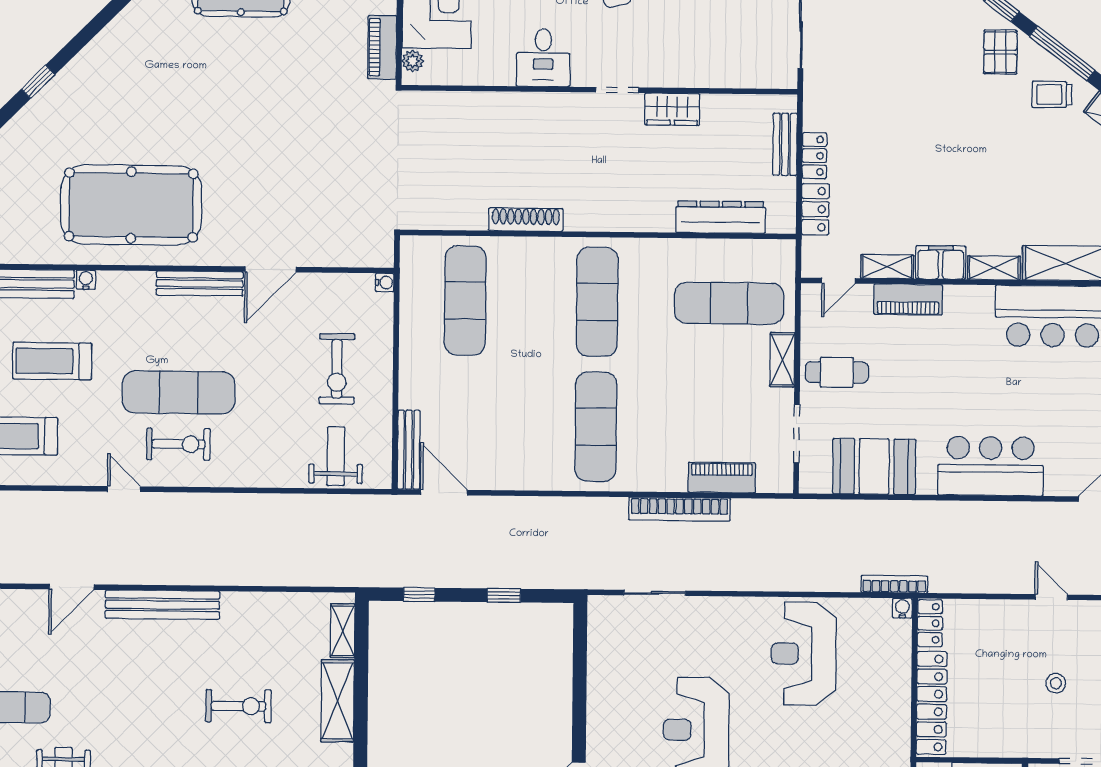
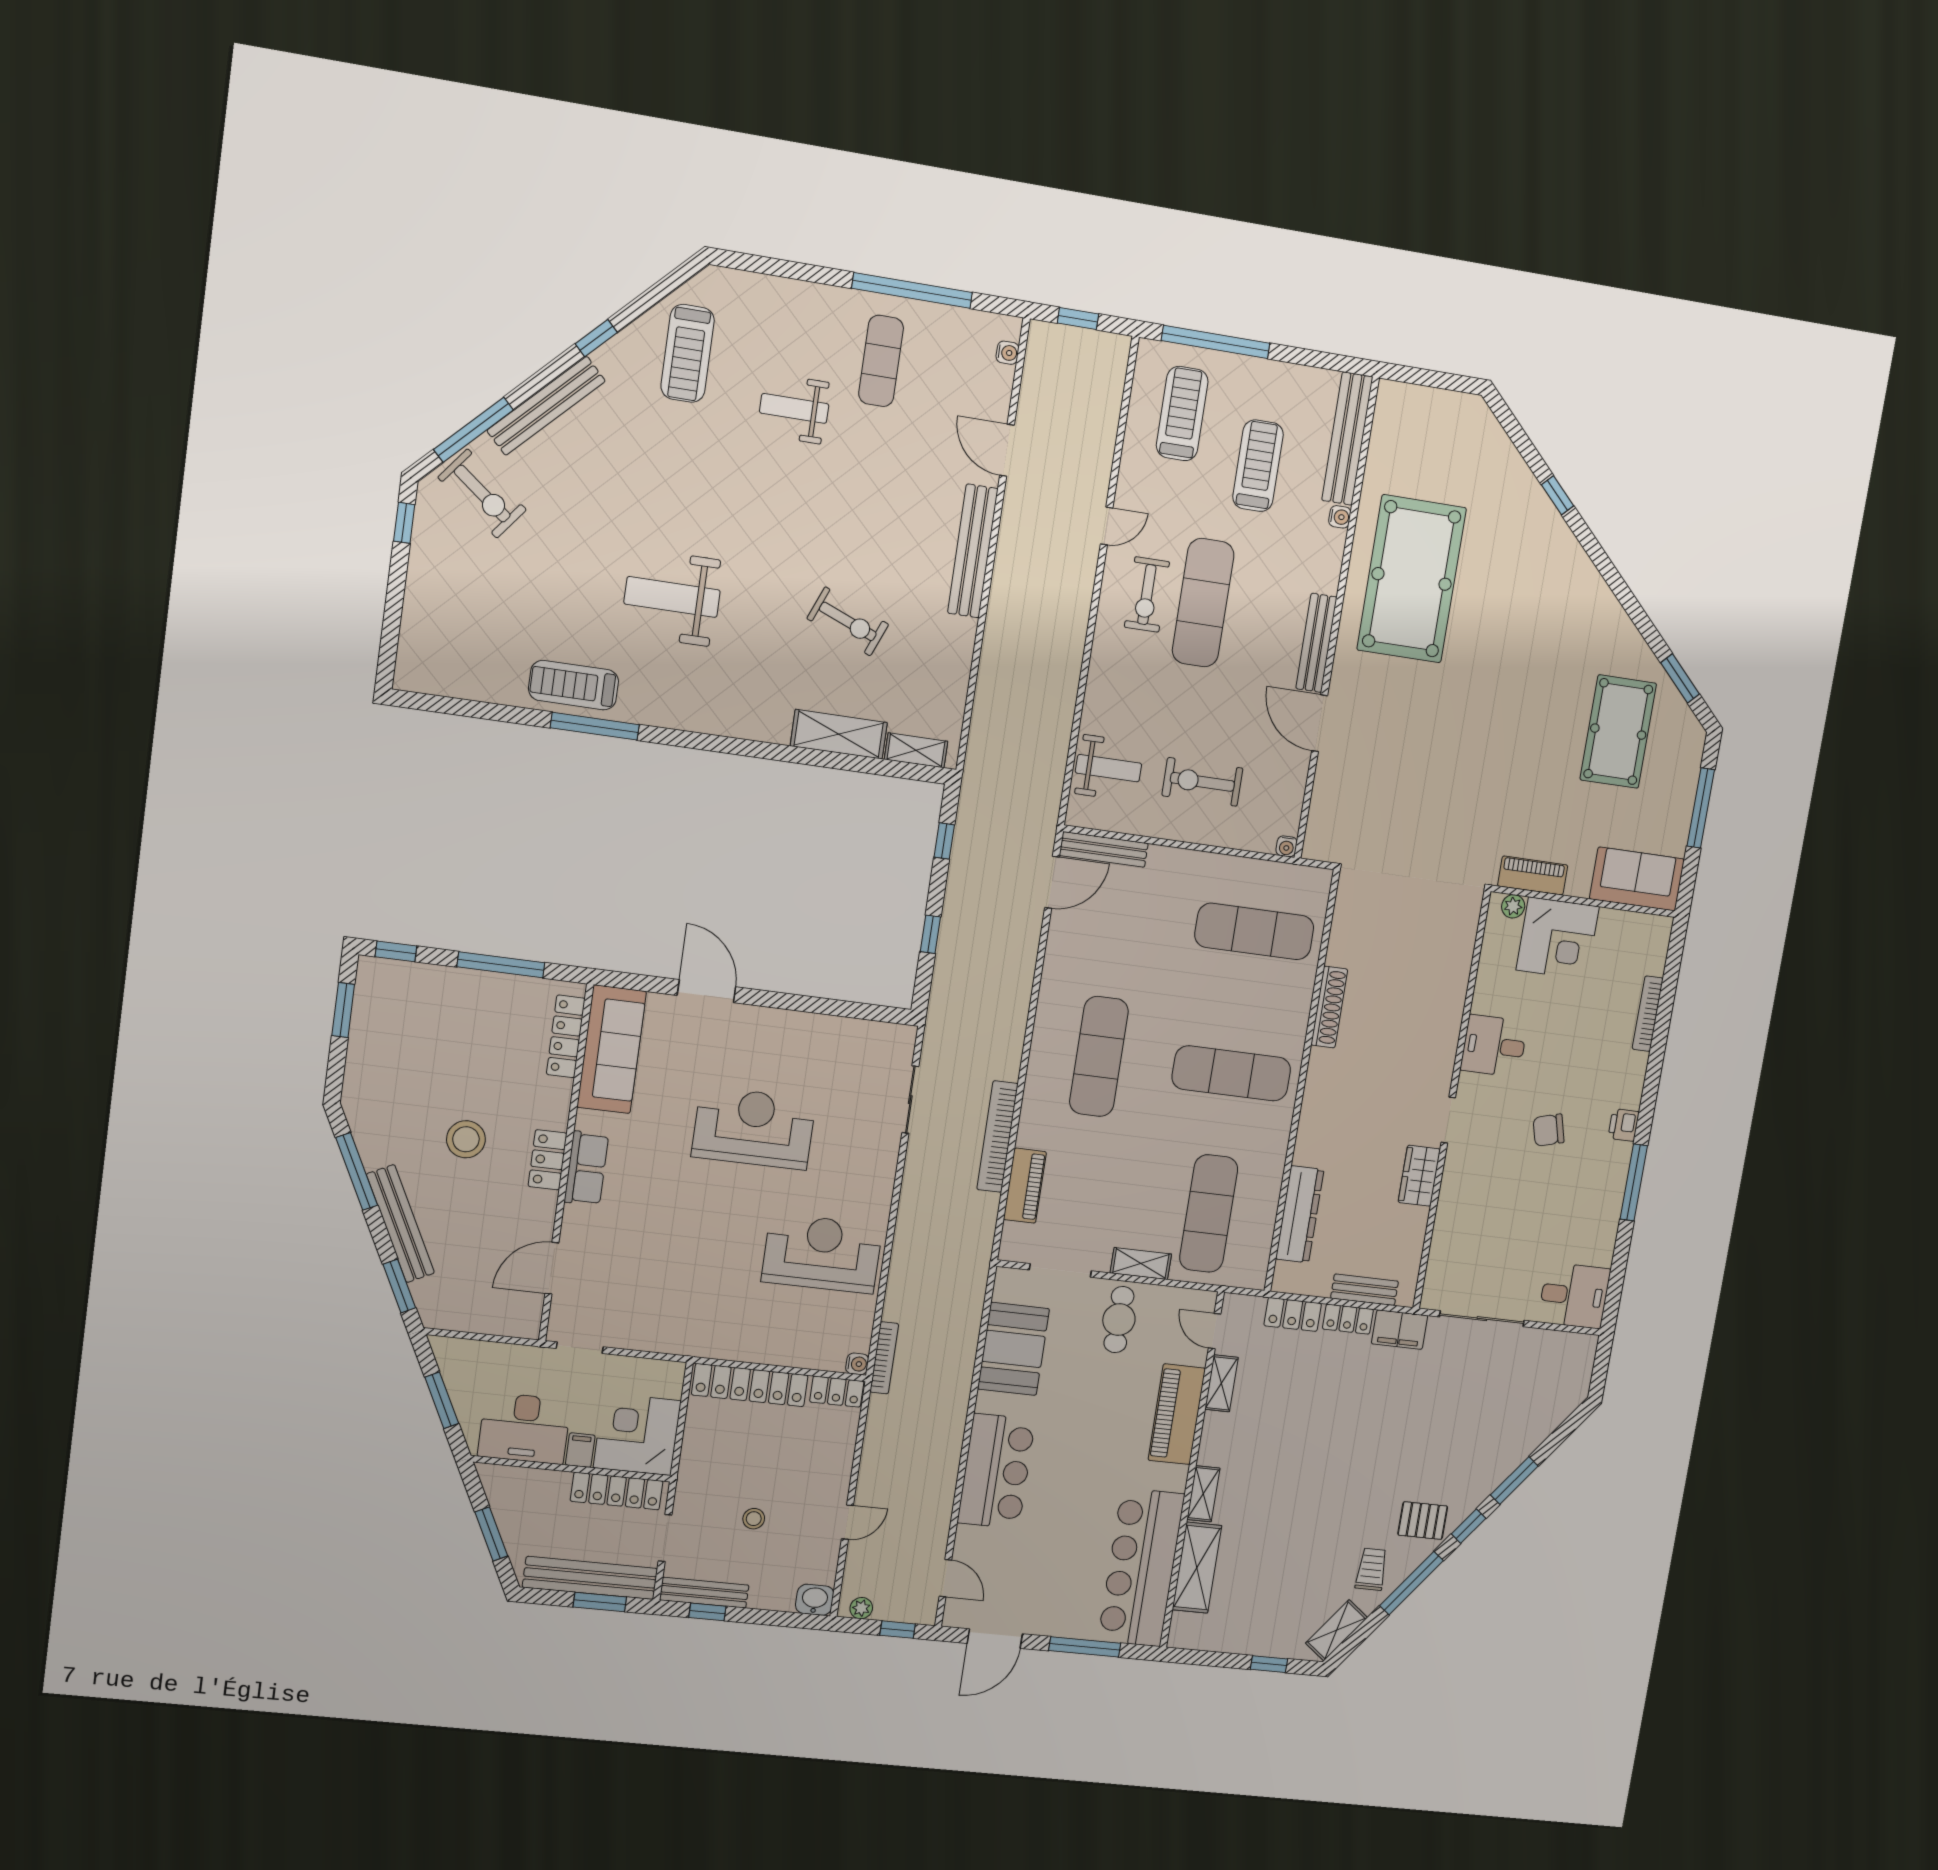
filing cabinet: (941, 262) -> (1400, 1330), moved, turned 90
piano: (908, 299) -> (1177, 1414), width x1.37, depth x1.33
exercise mat: (596, 427) -> (1099, 1056), turned 90
exercise bike: (239, 706) -> (848, 621), turned -68

